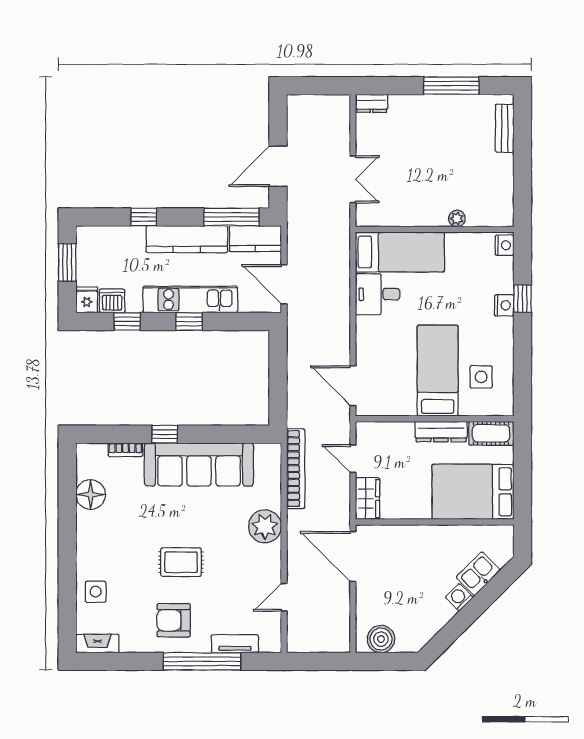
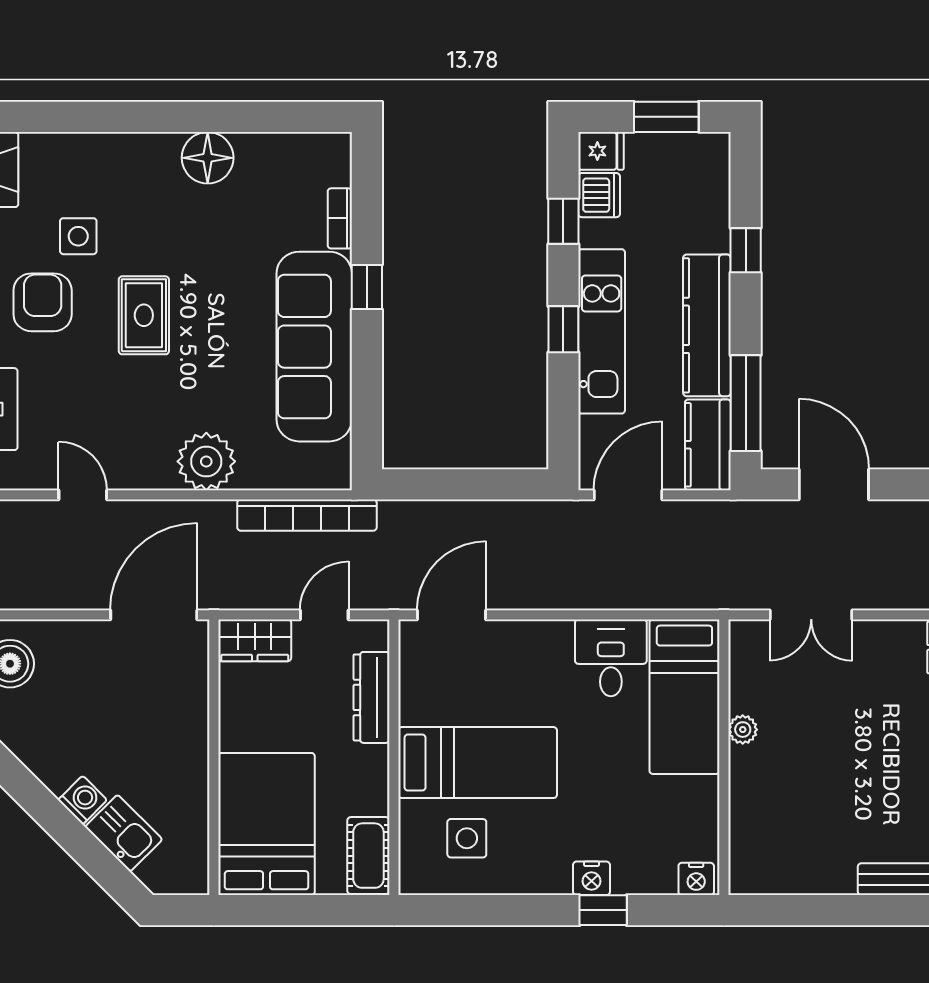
plant: (457, 219) -> (743, 730), moved
dresser: (441, 432) -> (372, 697), moved
floor lamp: (91, 495) -> (208, 158), moved
side table: (96, 592) -> (78, 236), moved

